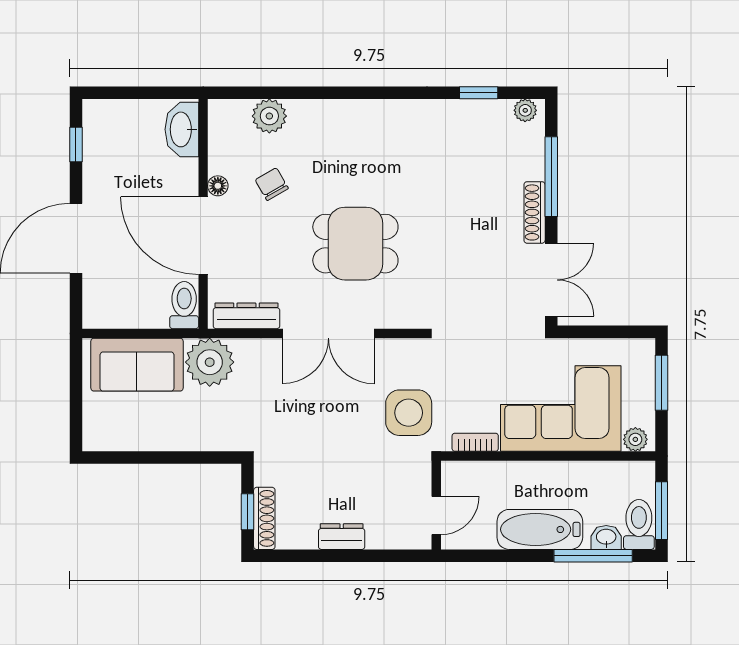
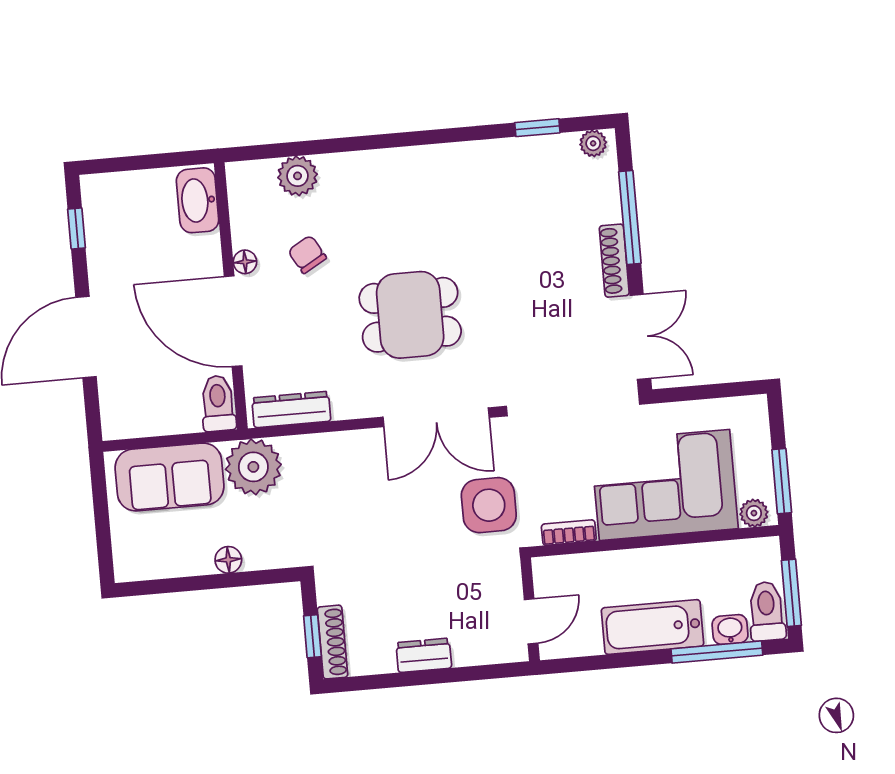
double door: (328, 333) -> (436, 417), moved
window: (662, 383) -> (782, 481), moved
floor lamp: (181, 440) -> (228, 560), added

